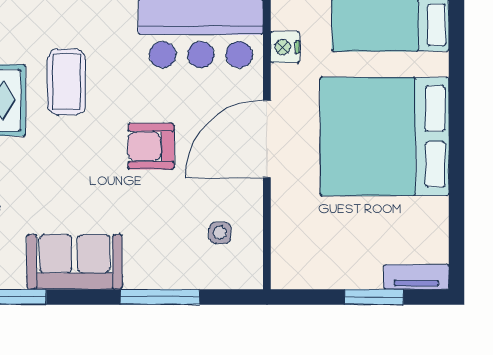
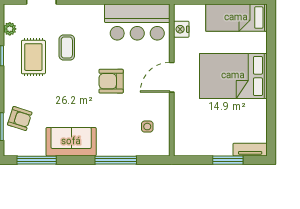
coffee table: (66, 82) -> (67, 47), width x0.73, depth x0.77
bed: (384, 136) -> (233, 76), width x0.73
door: (267, 139) -> (172, 77), width x0.73

